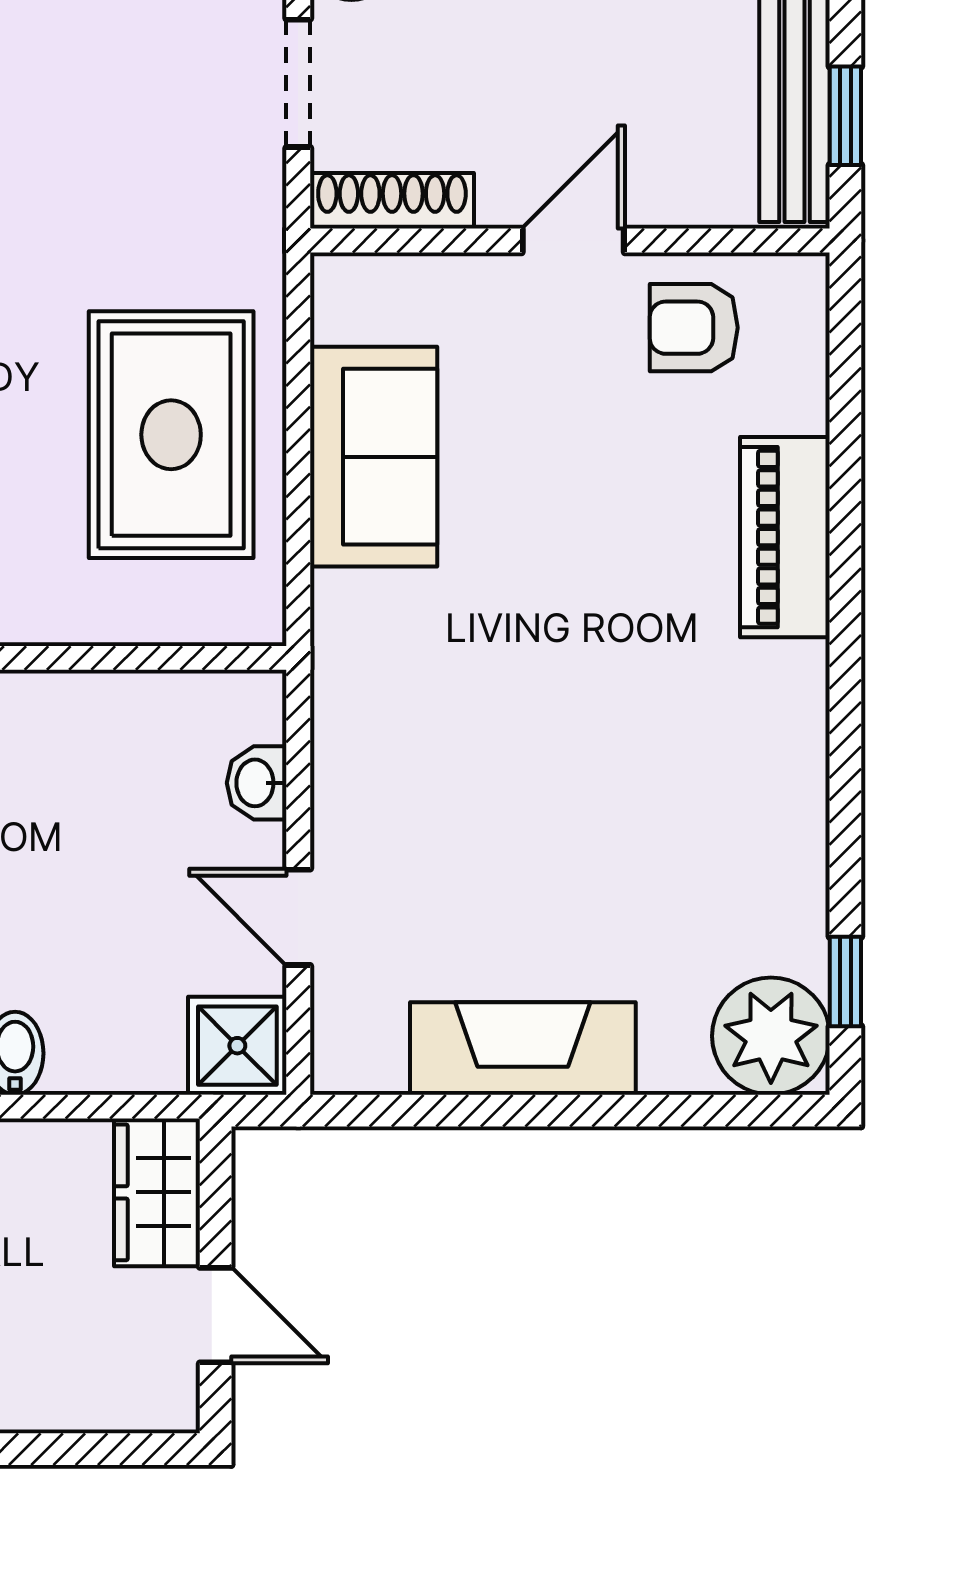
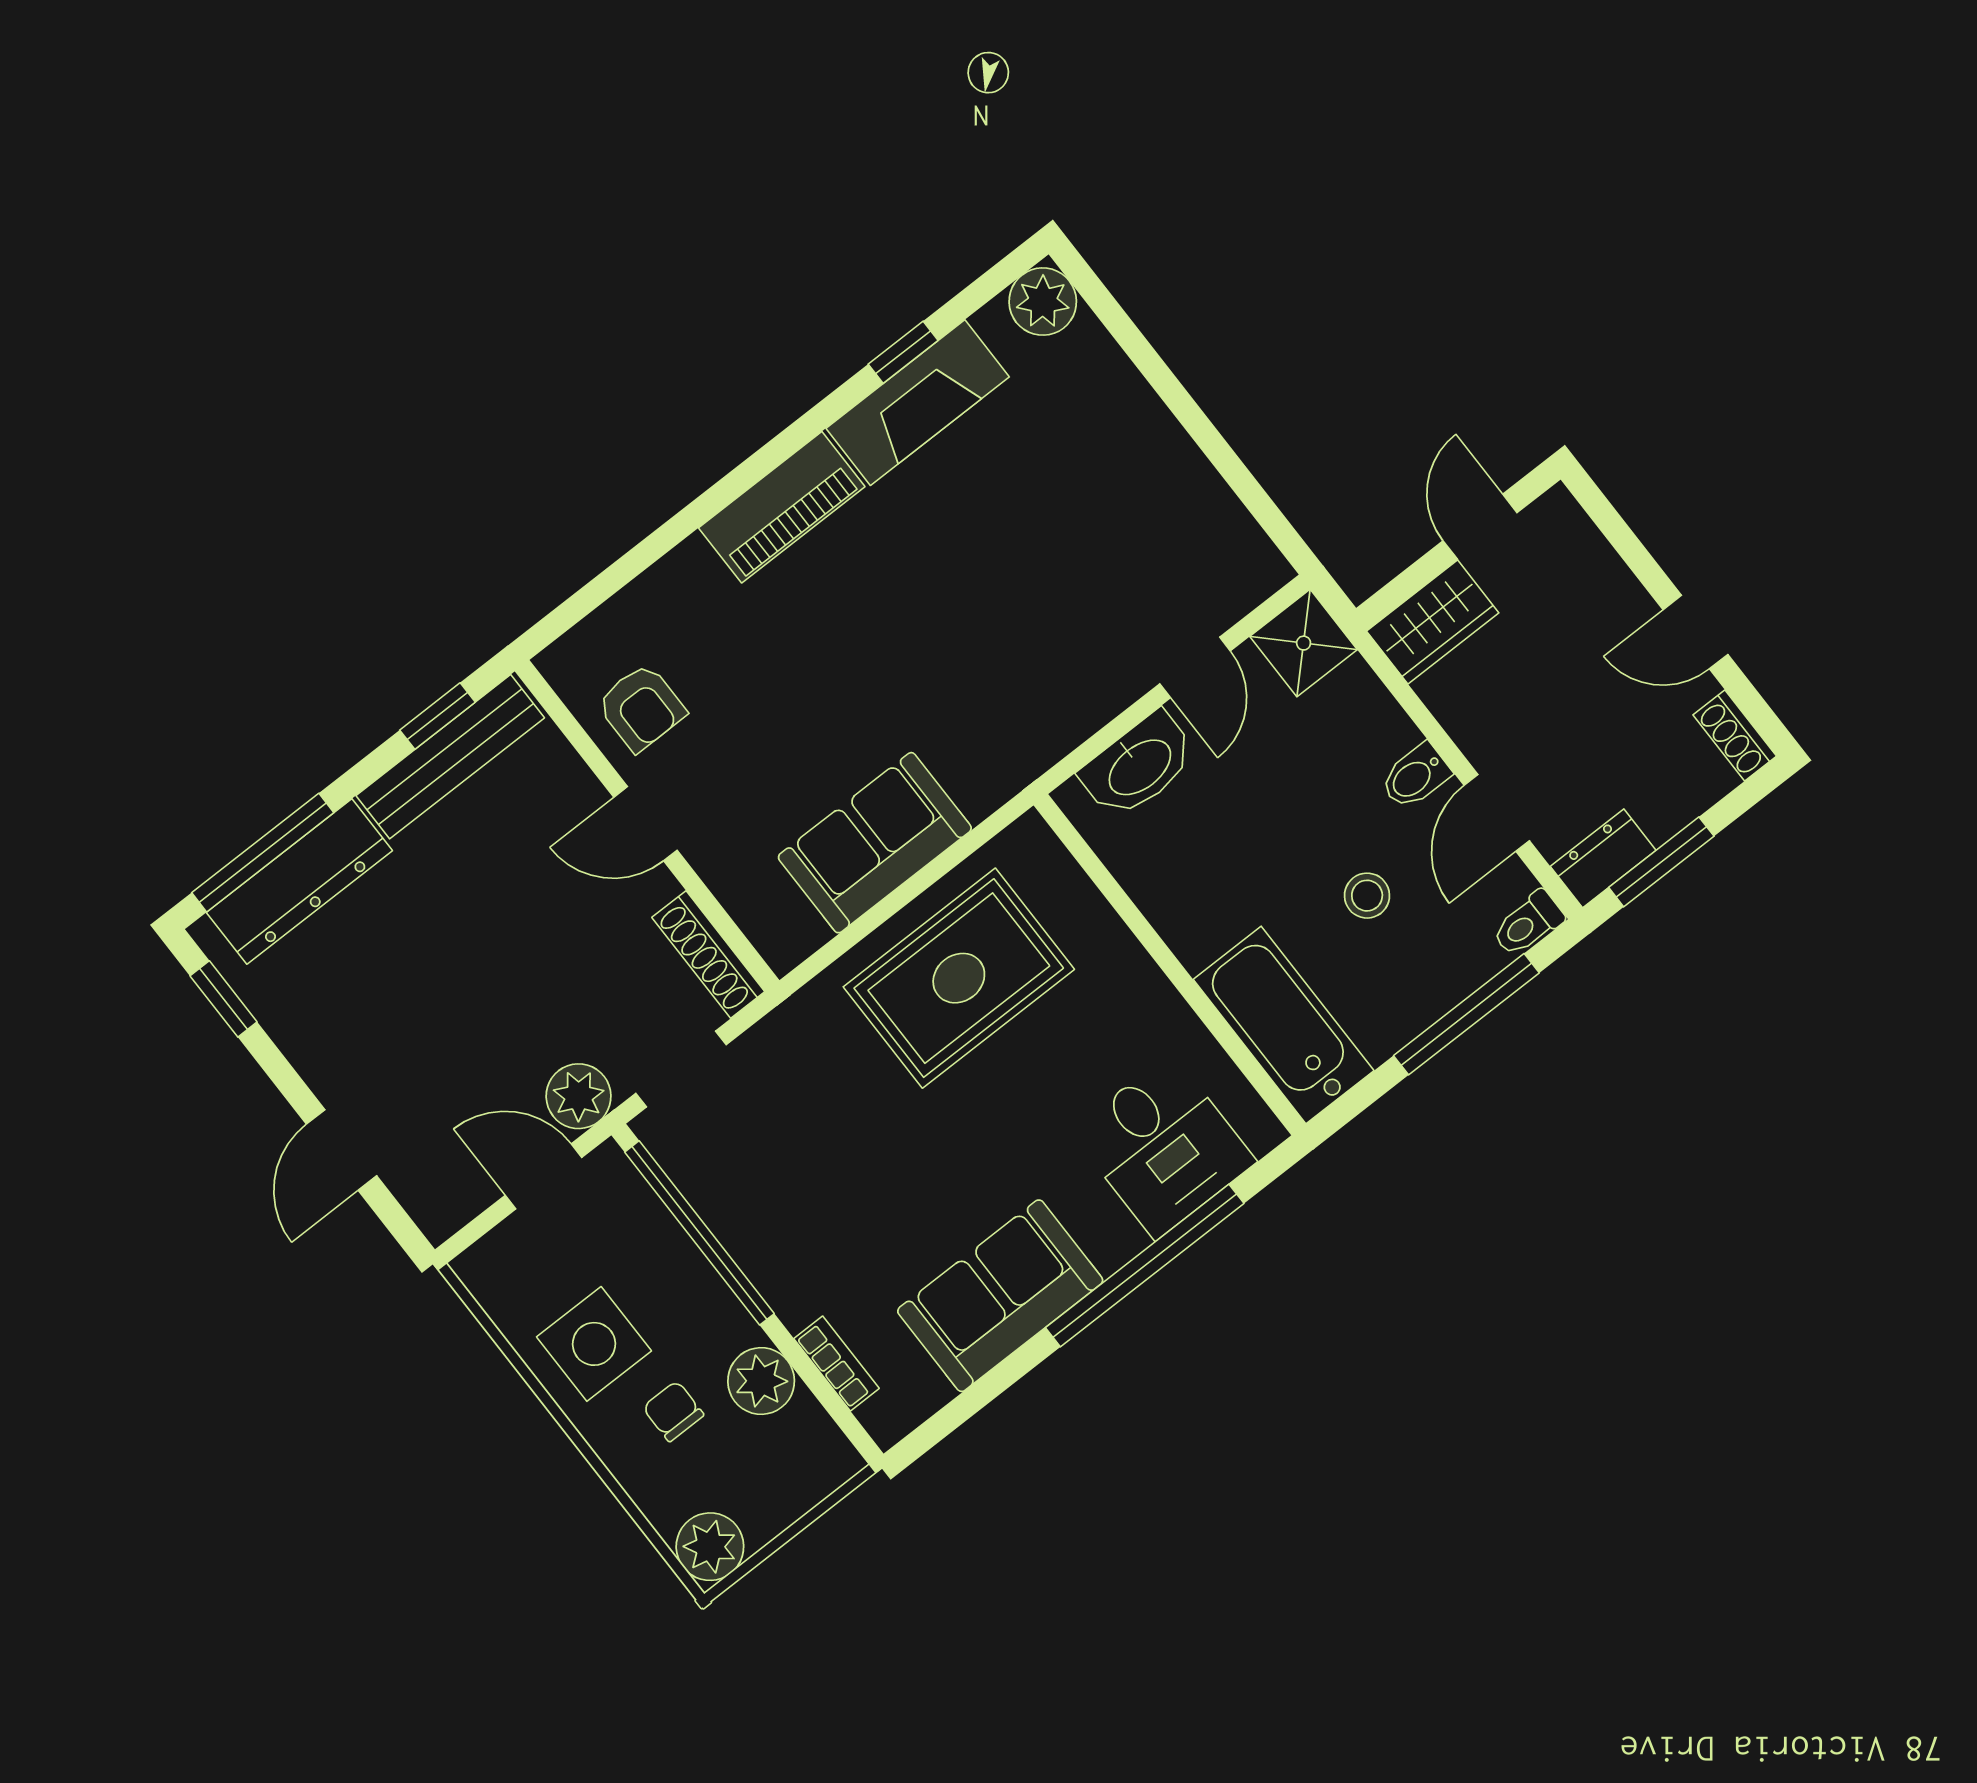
piano: (785, 537) -> (782, 507), moved
washbasin: (257, 783) -> (1139, 766), width x1.91, depth x1.45
window: (845, 981) -> (903, 352), moved
plant: (771, 1036) -> (1043, 302), width x0.73, depth x0.73
fireplace: (523, 1048) -> (918, 403), moved, turned -90

